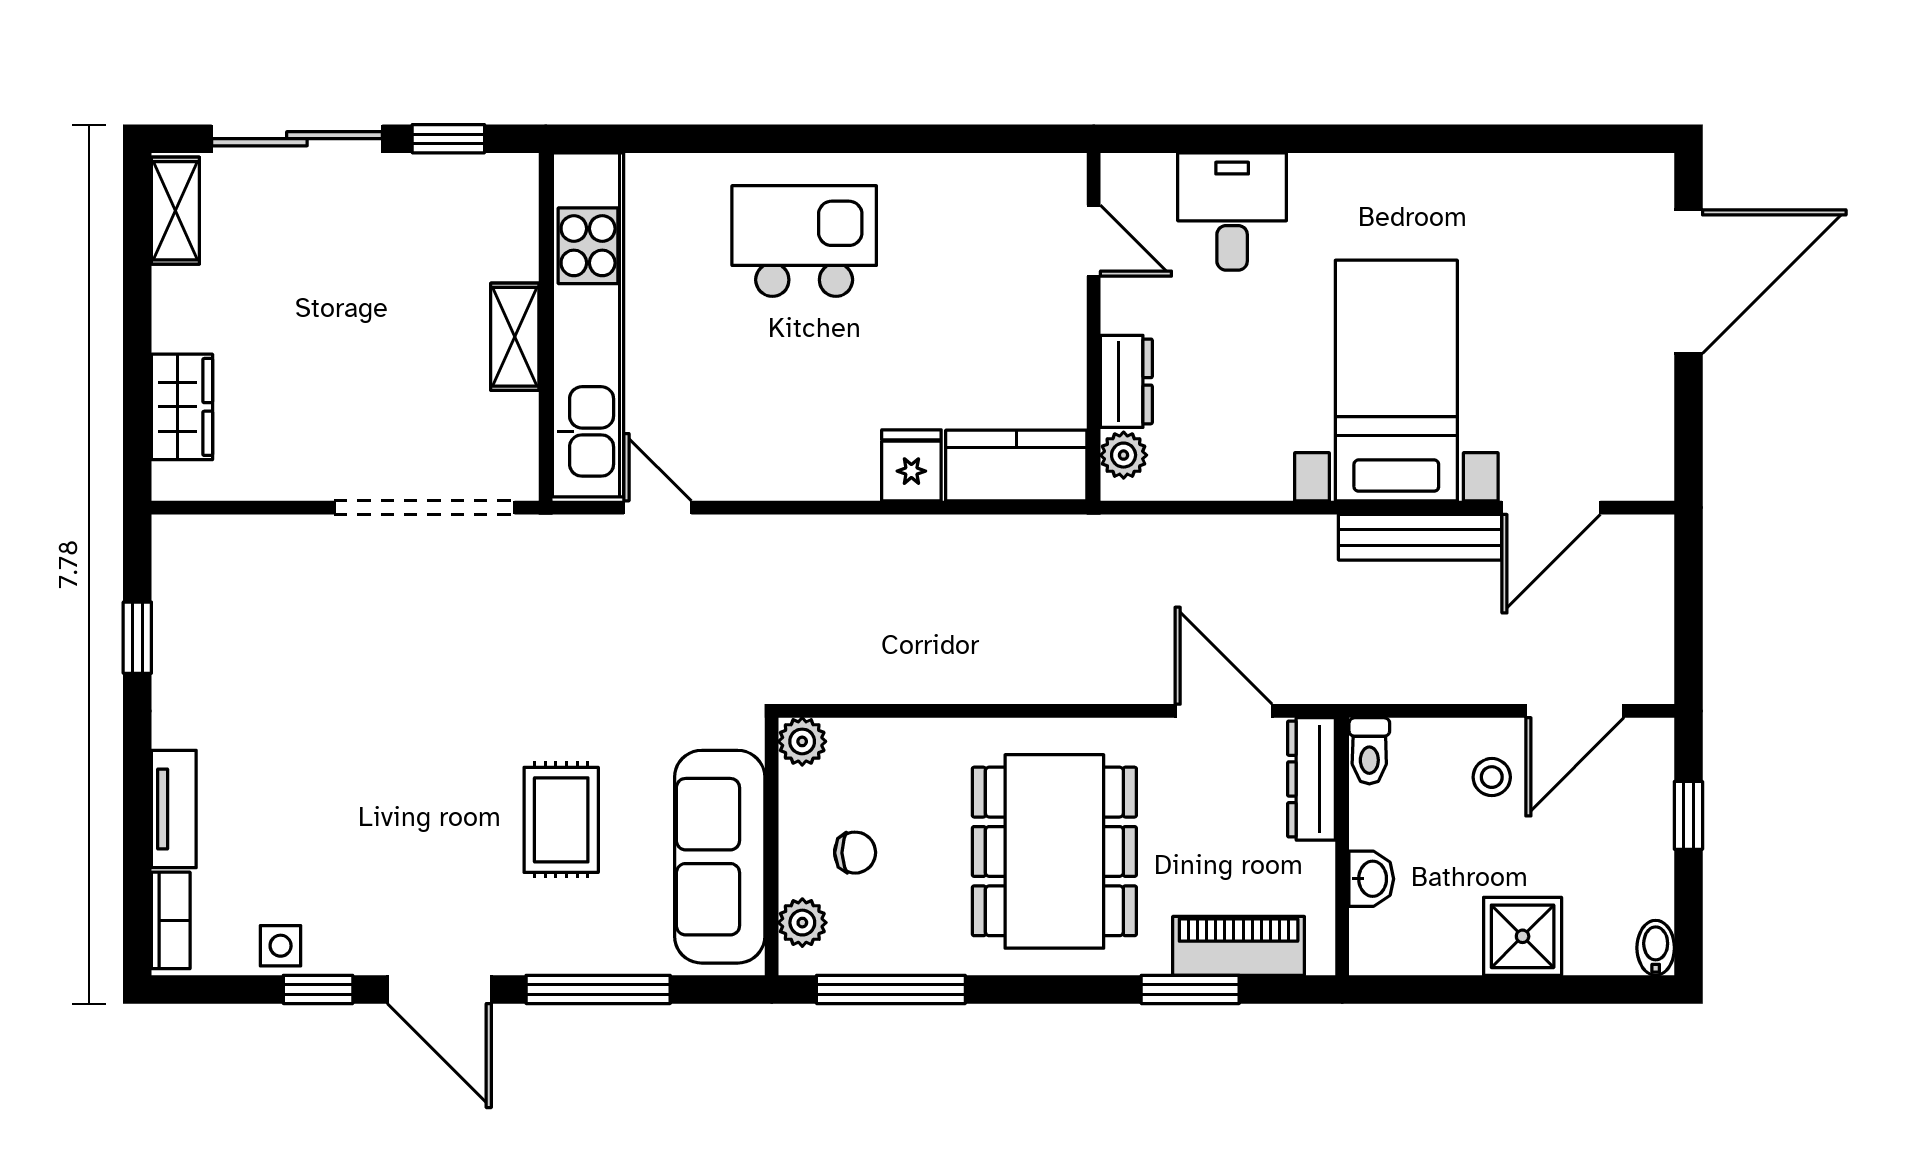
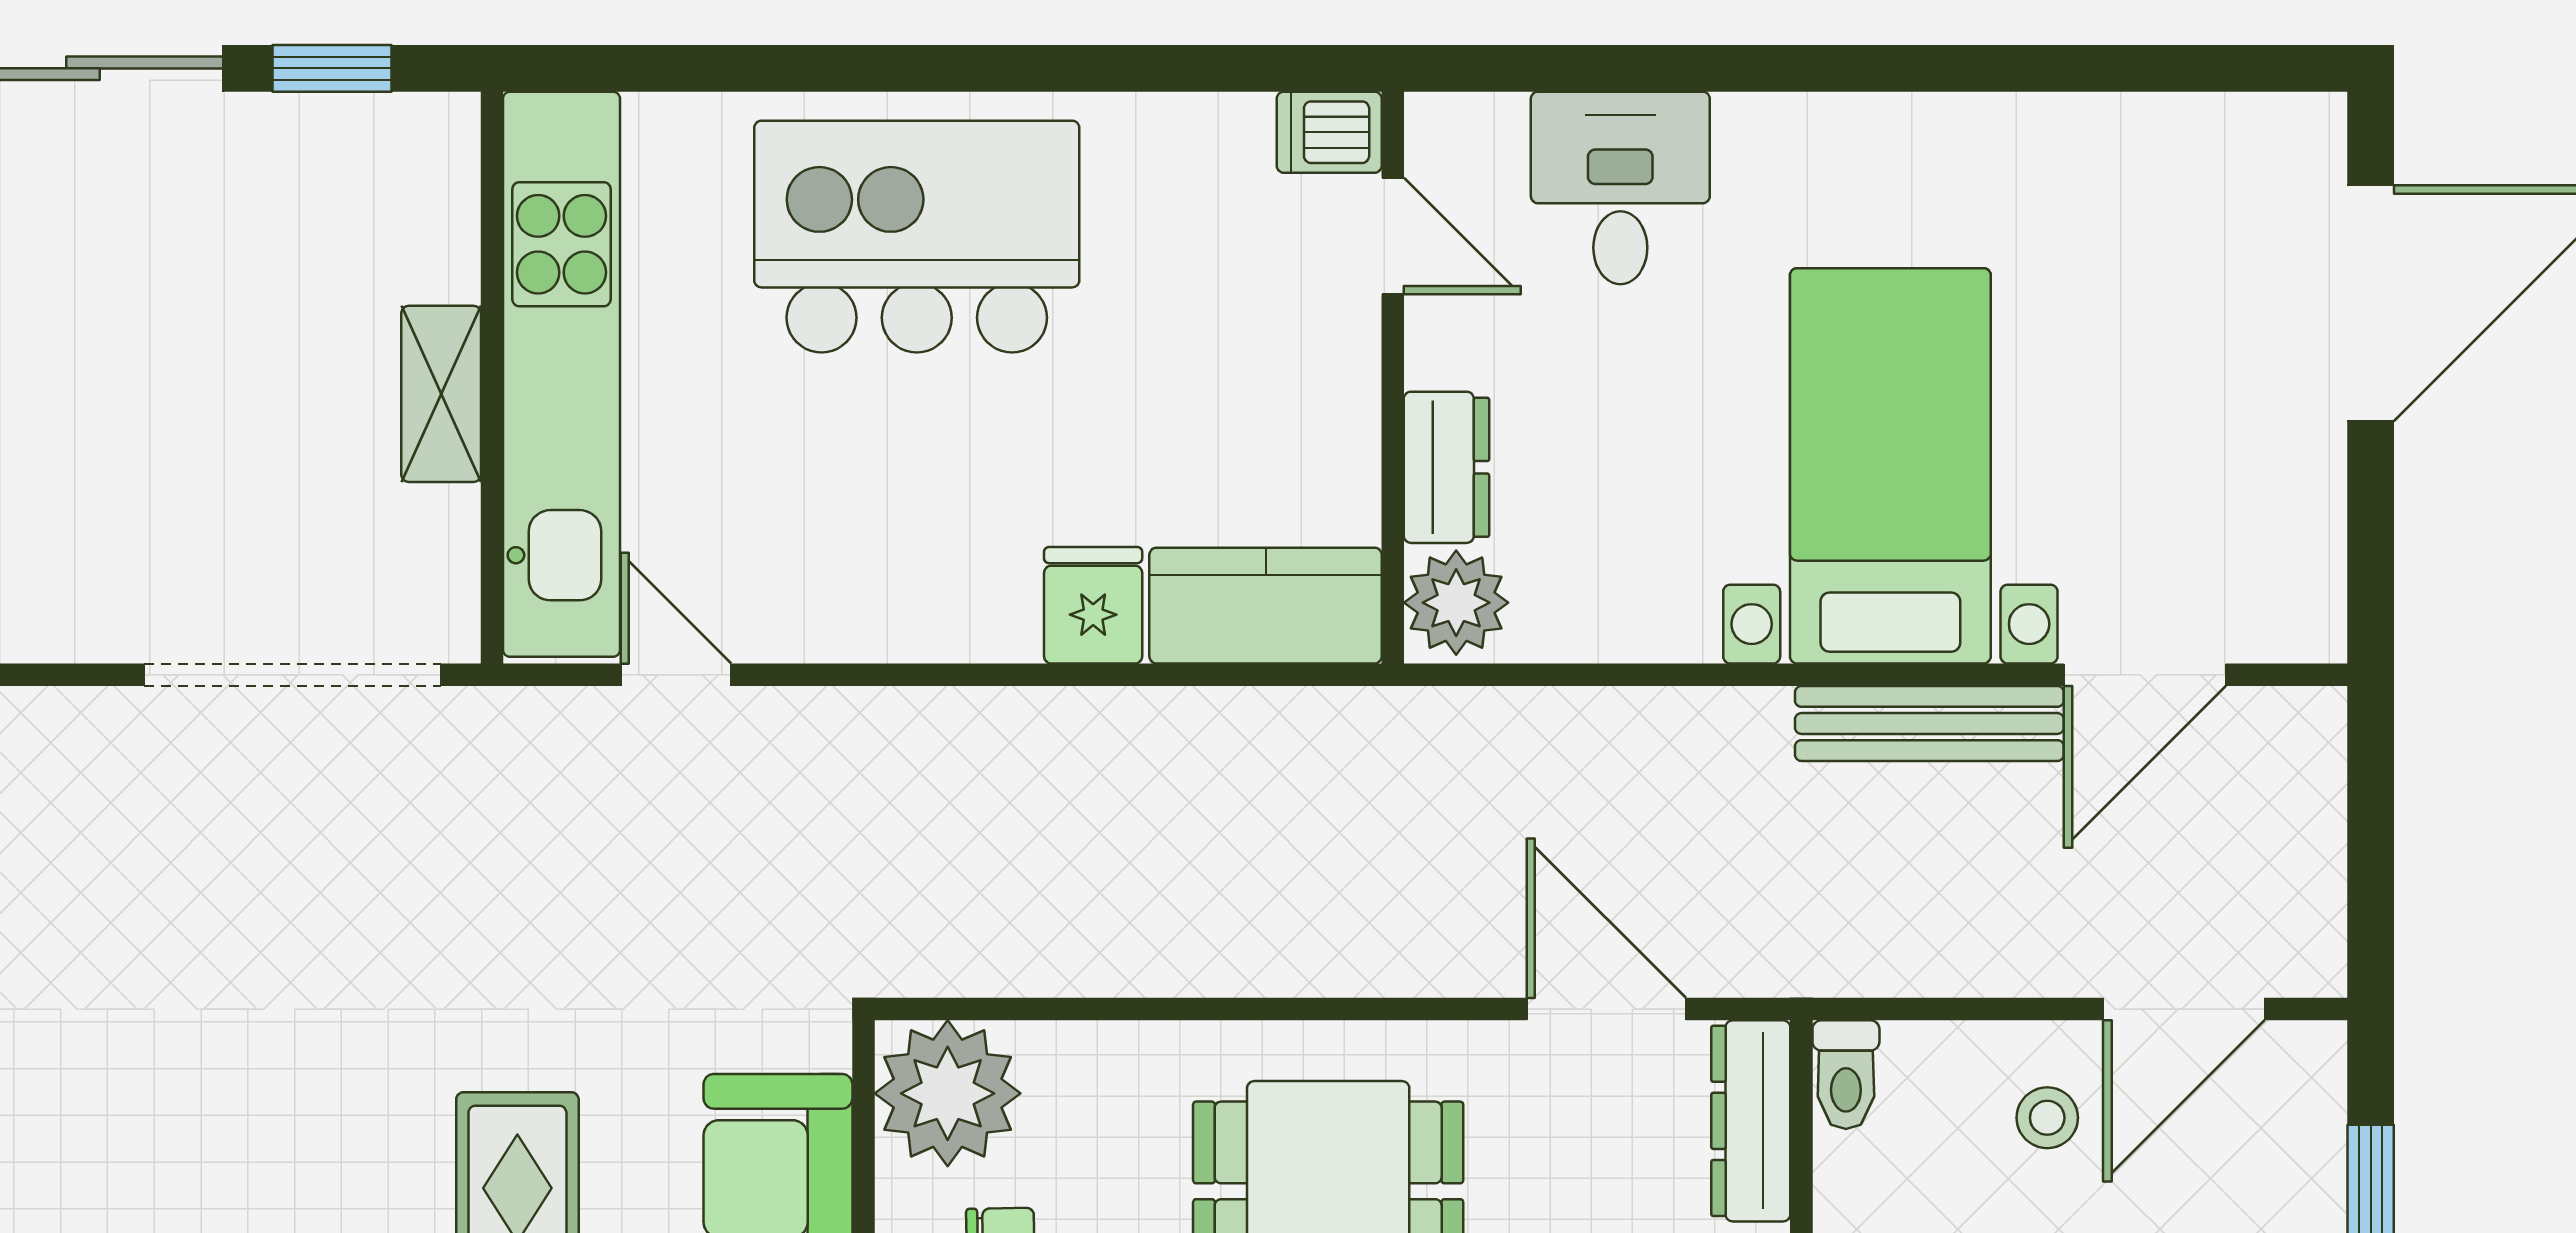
dishwasher: (1055, 178) -> (1329, 132), added
kitchen island: (804, 241) -> (917, 237), width x1.37, depth x1.28
plant: (1124, 455) -> (1456, 603), width x1.38, depth x1.38
plant: (802, 741) -> (948, 1093), width x1.87, depth x1.87

